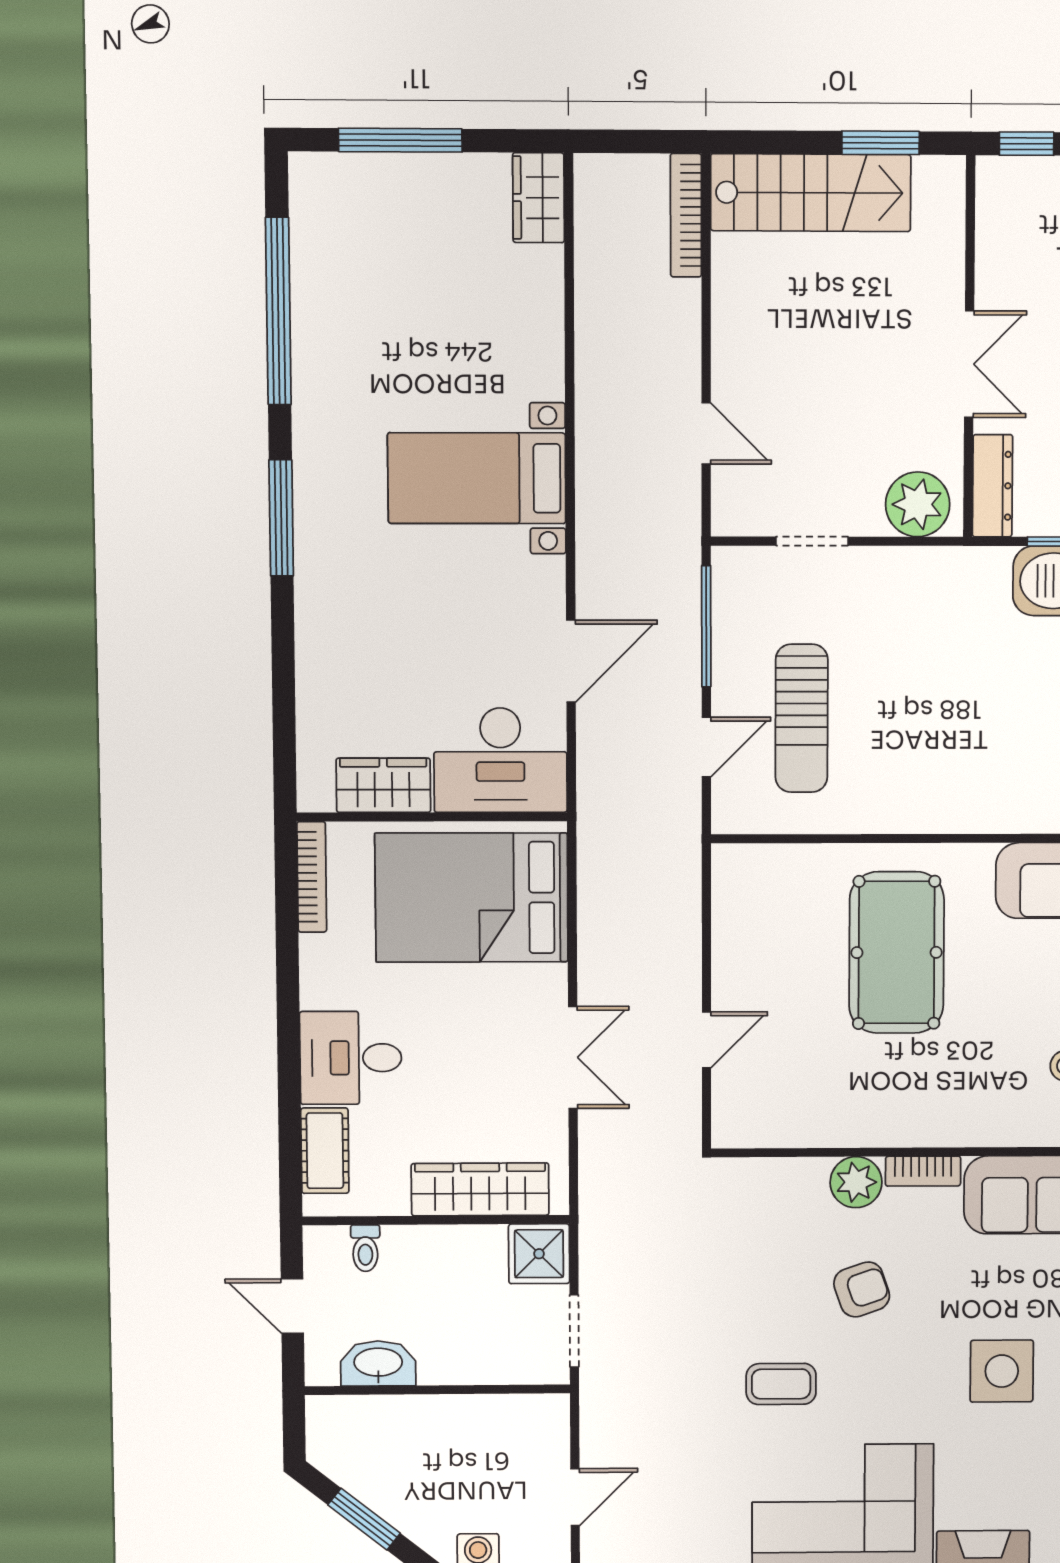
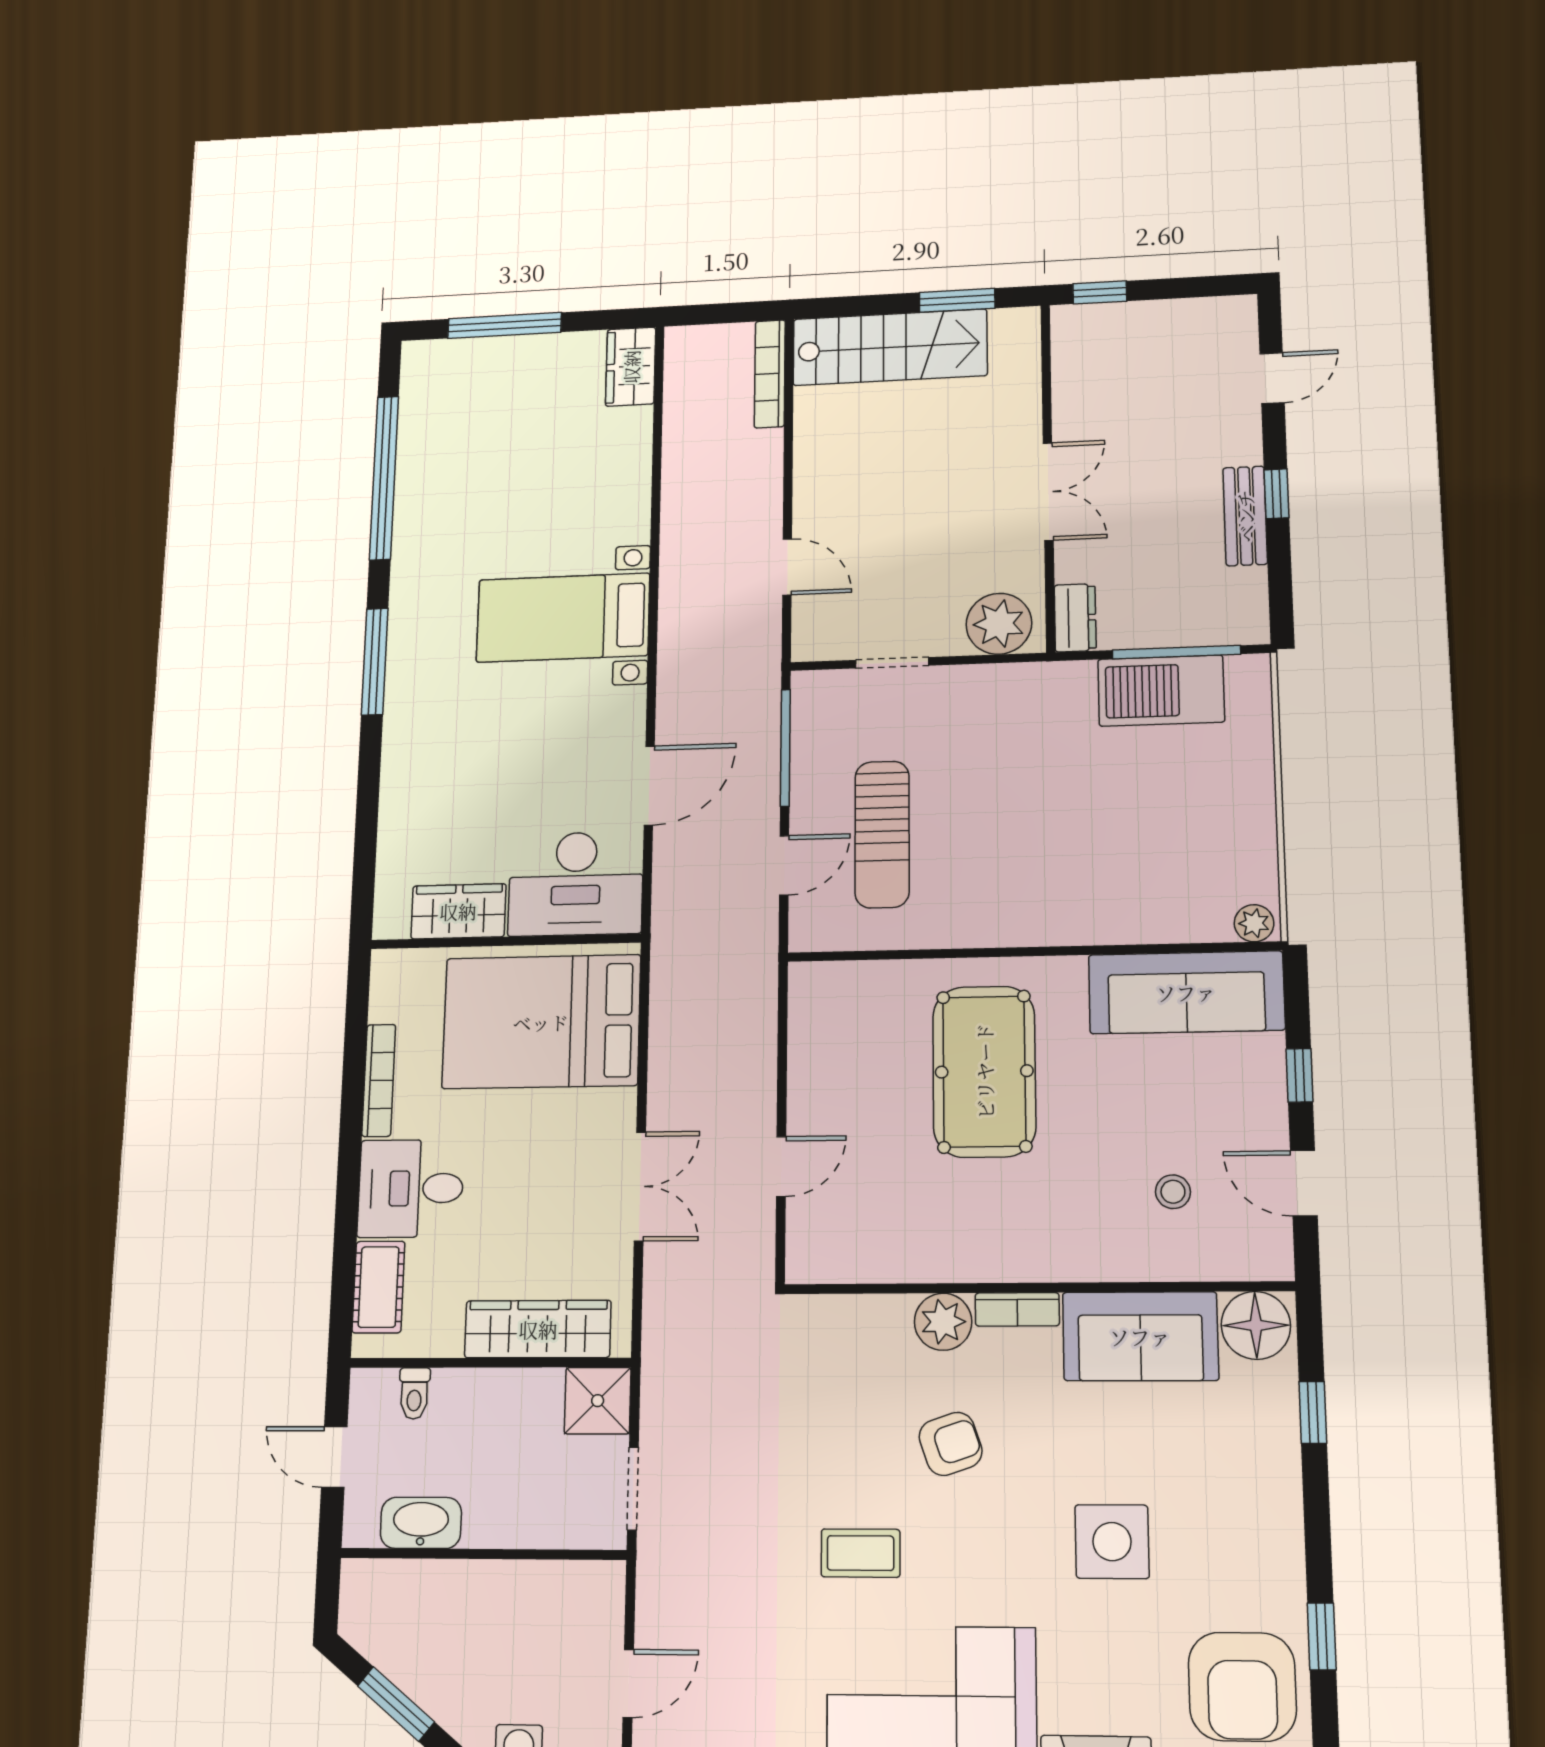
dresser: (992, 486) -> (1075, 618), width x0.70
bookcase: (312, 877) -> (379, 1080), moved

